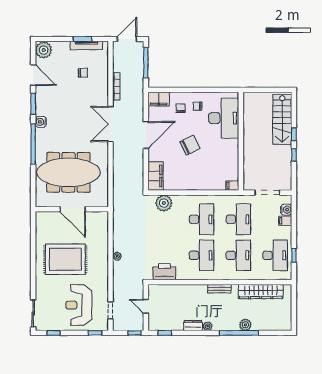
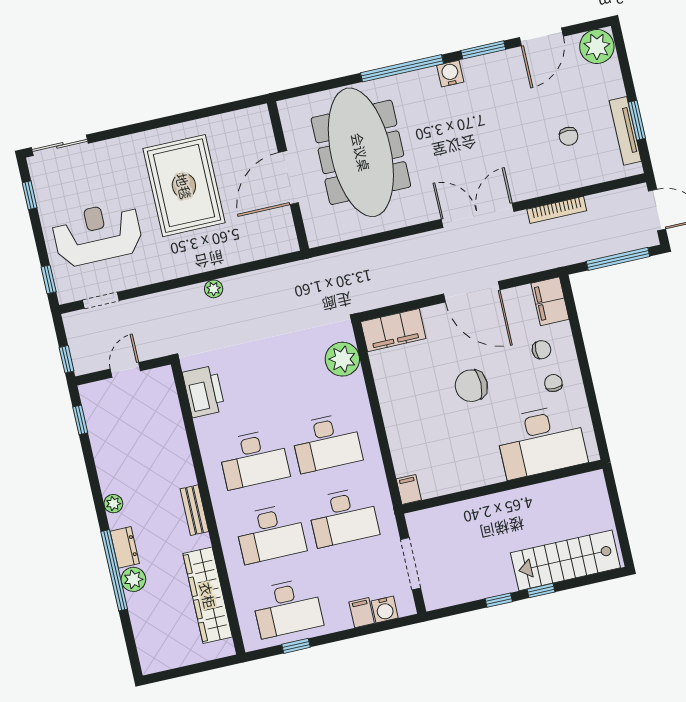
chair: (190, 145) -> (471, 386), turned 116
dresser: (193, 326) -> (125, 547), moved

